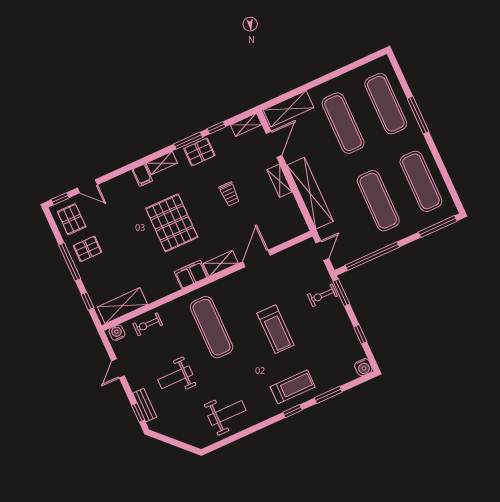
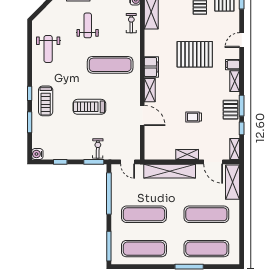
door: (87, 186) -> (242, 40), moved
pallet: (172, 223) -> (195, 54), moved

